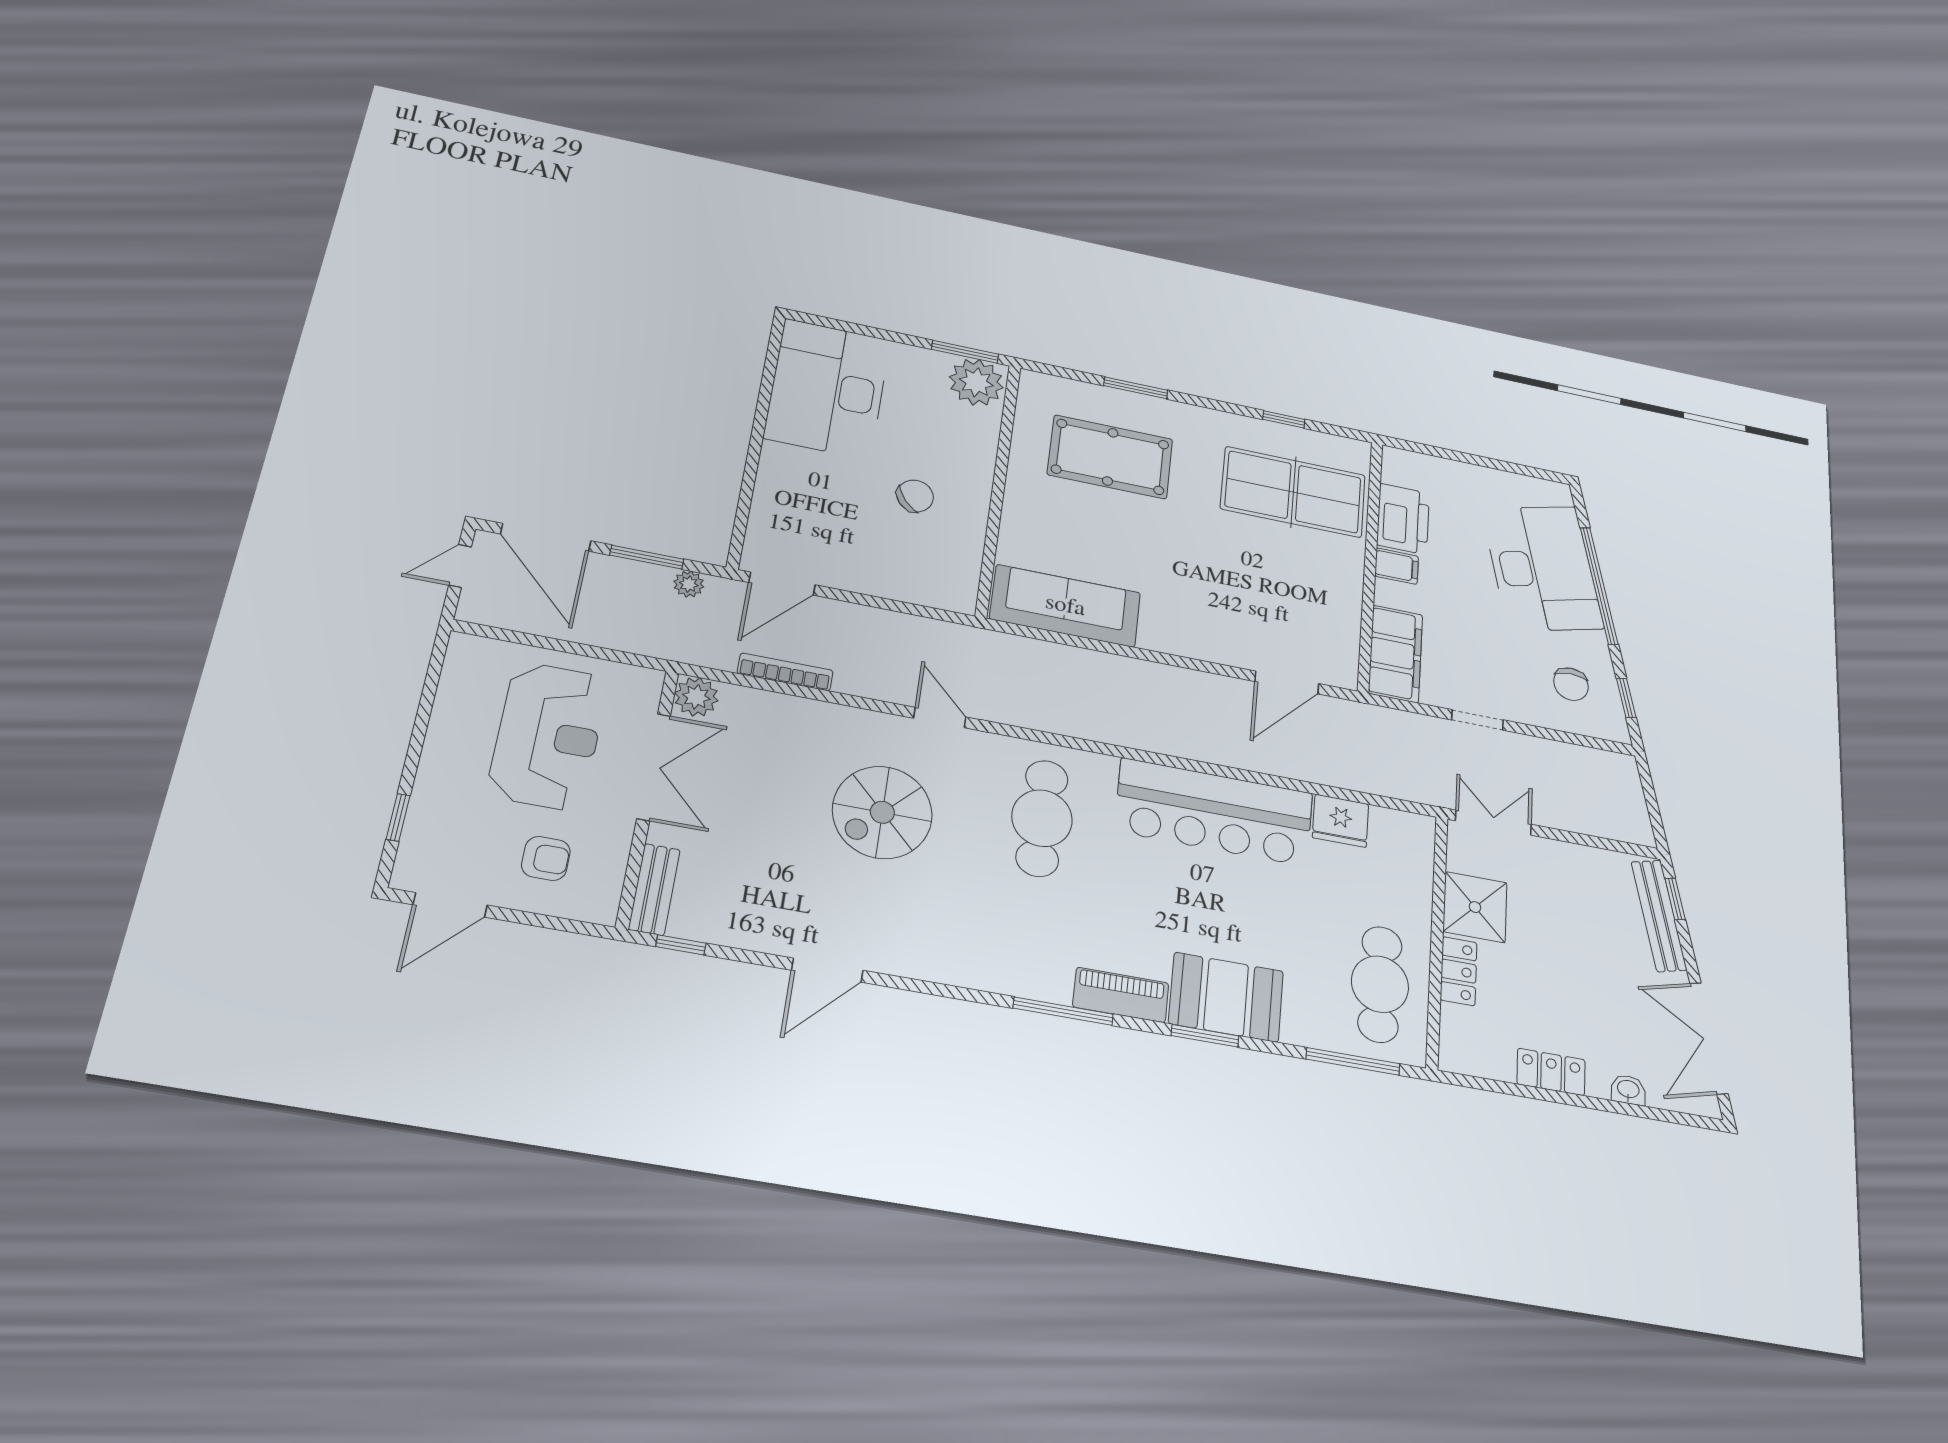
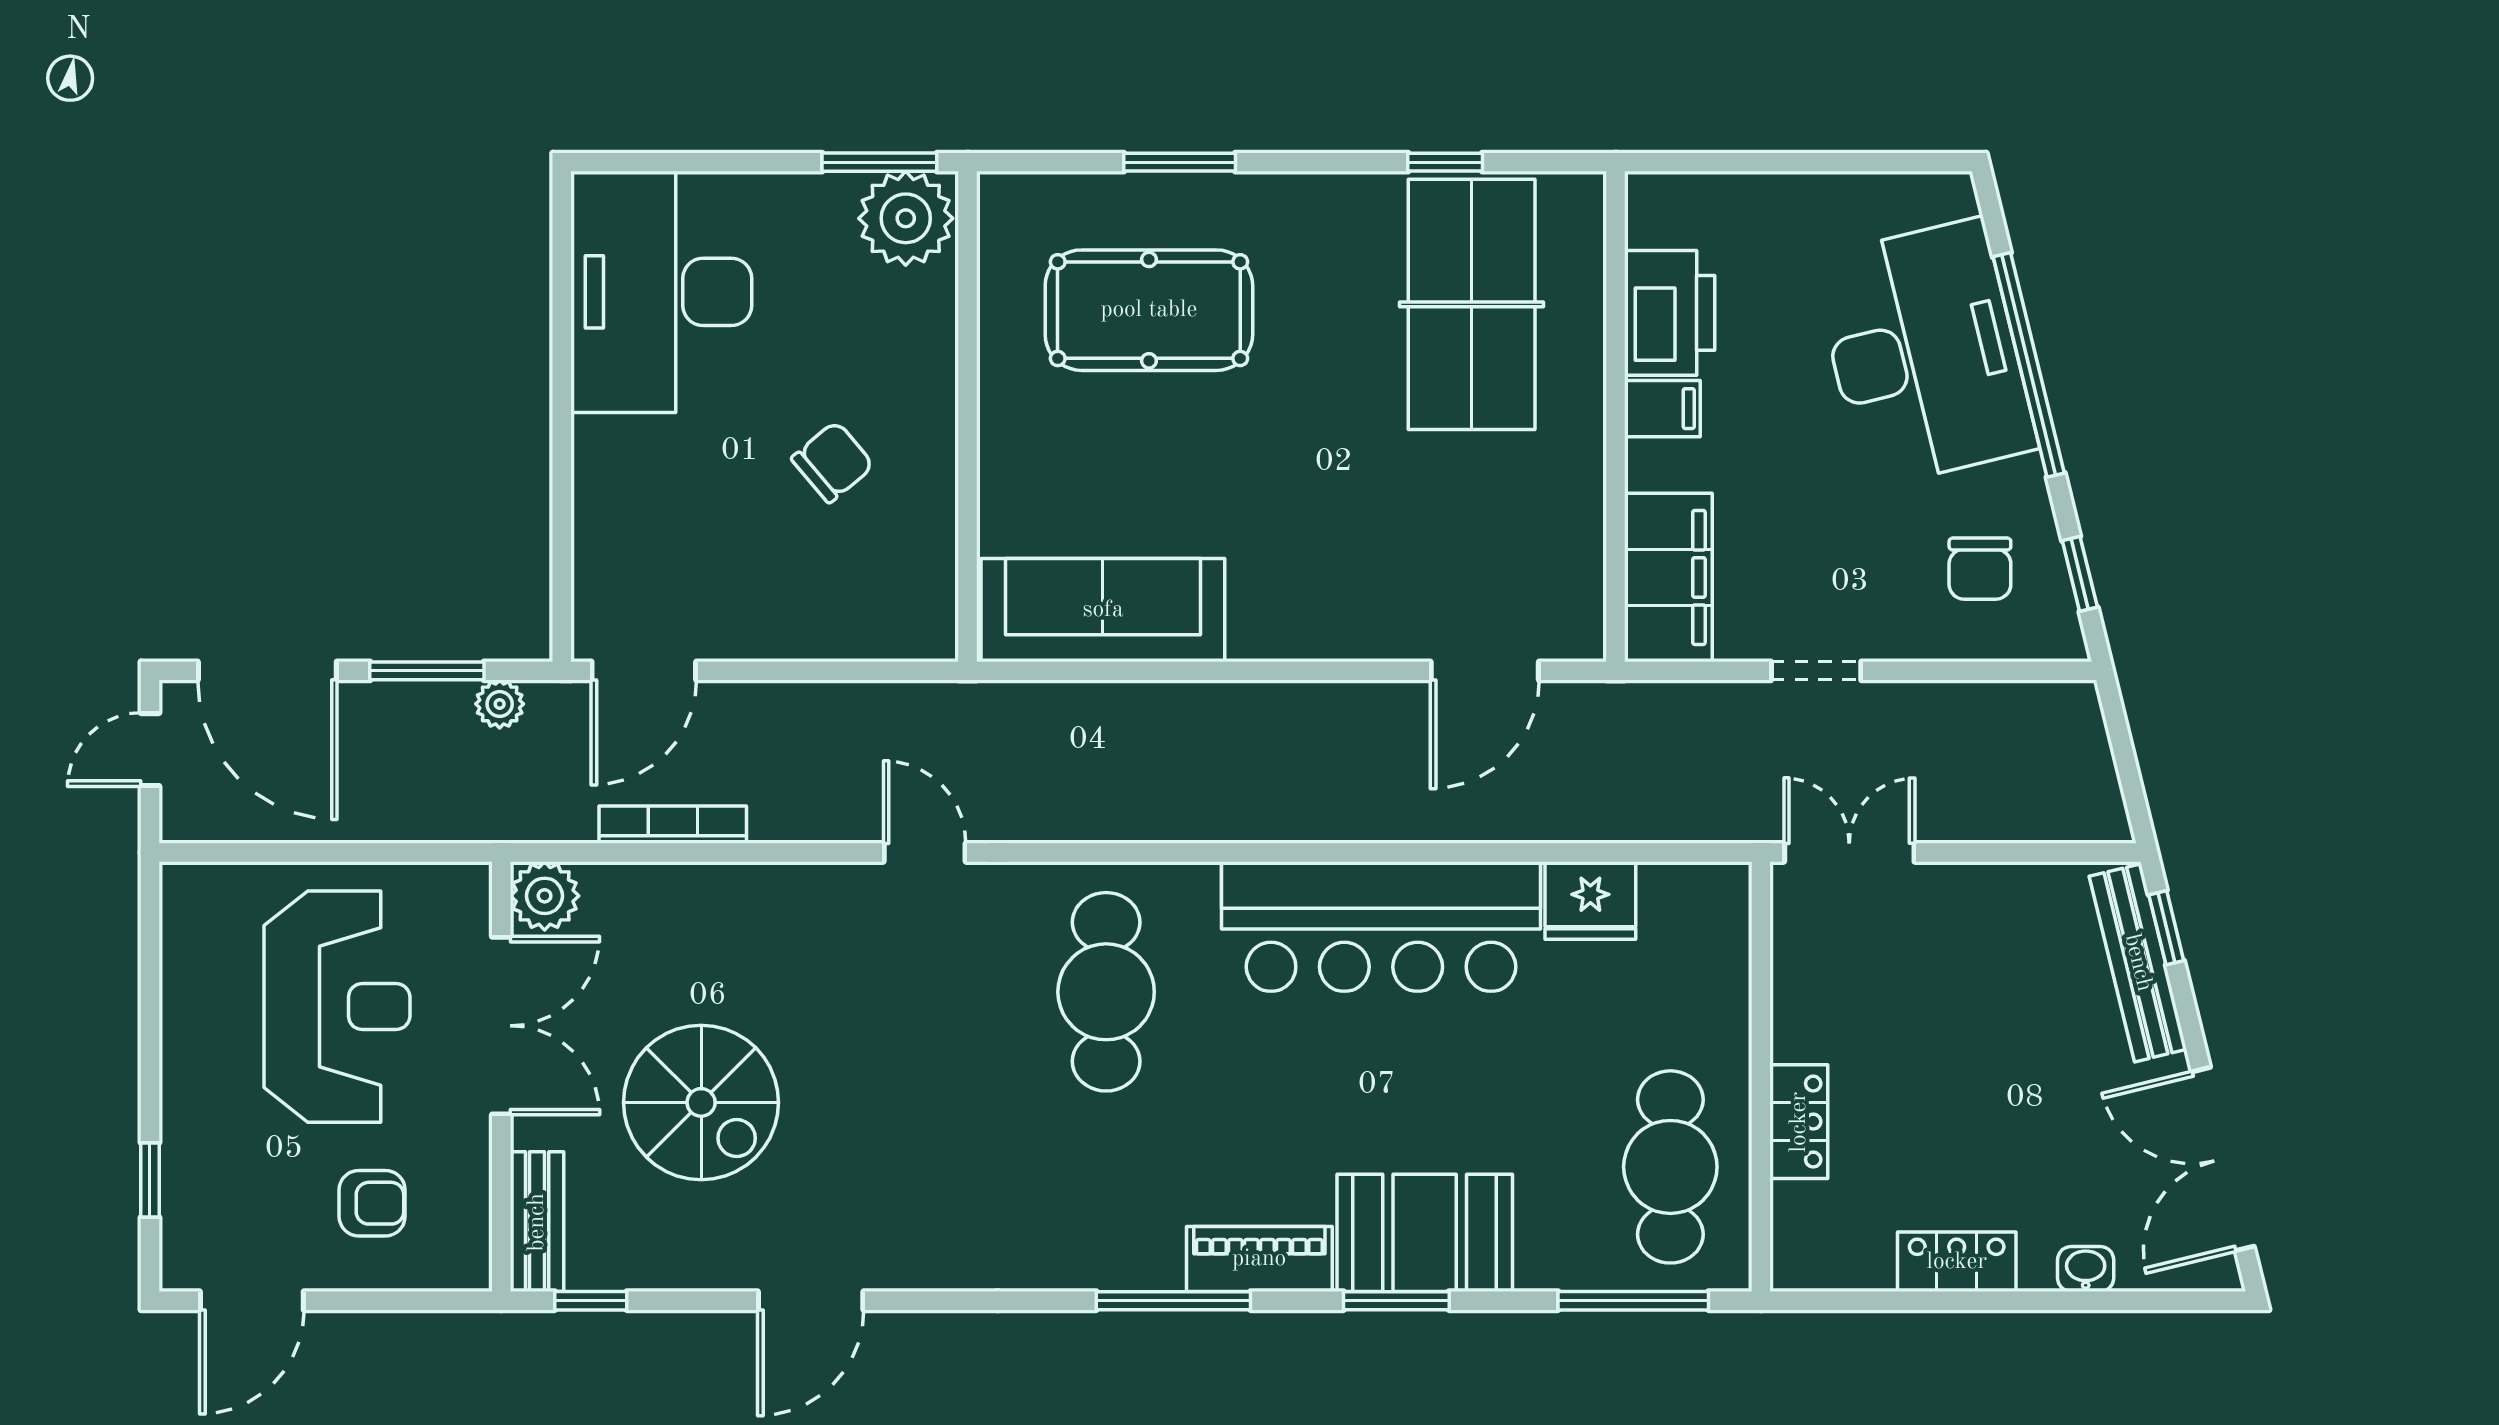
table tennis table: (1293, 492) -> (1472, 304), turned 90
spiral stairs: (882, 812) -> (701, 1102), moved, turned -90
shower: (1475, 907) -> (1823, 1007), removed

